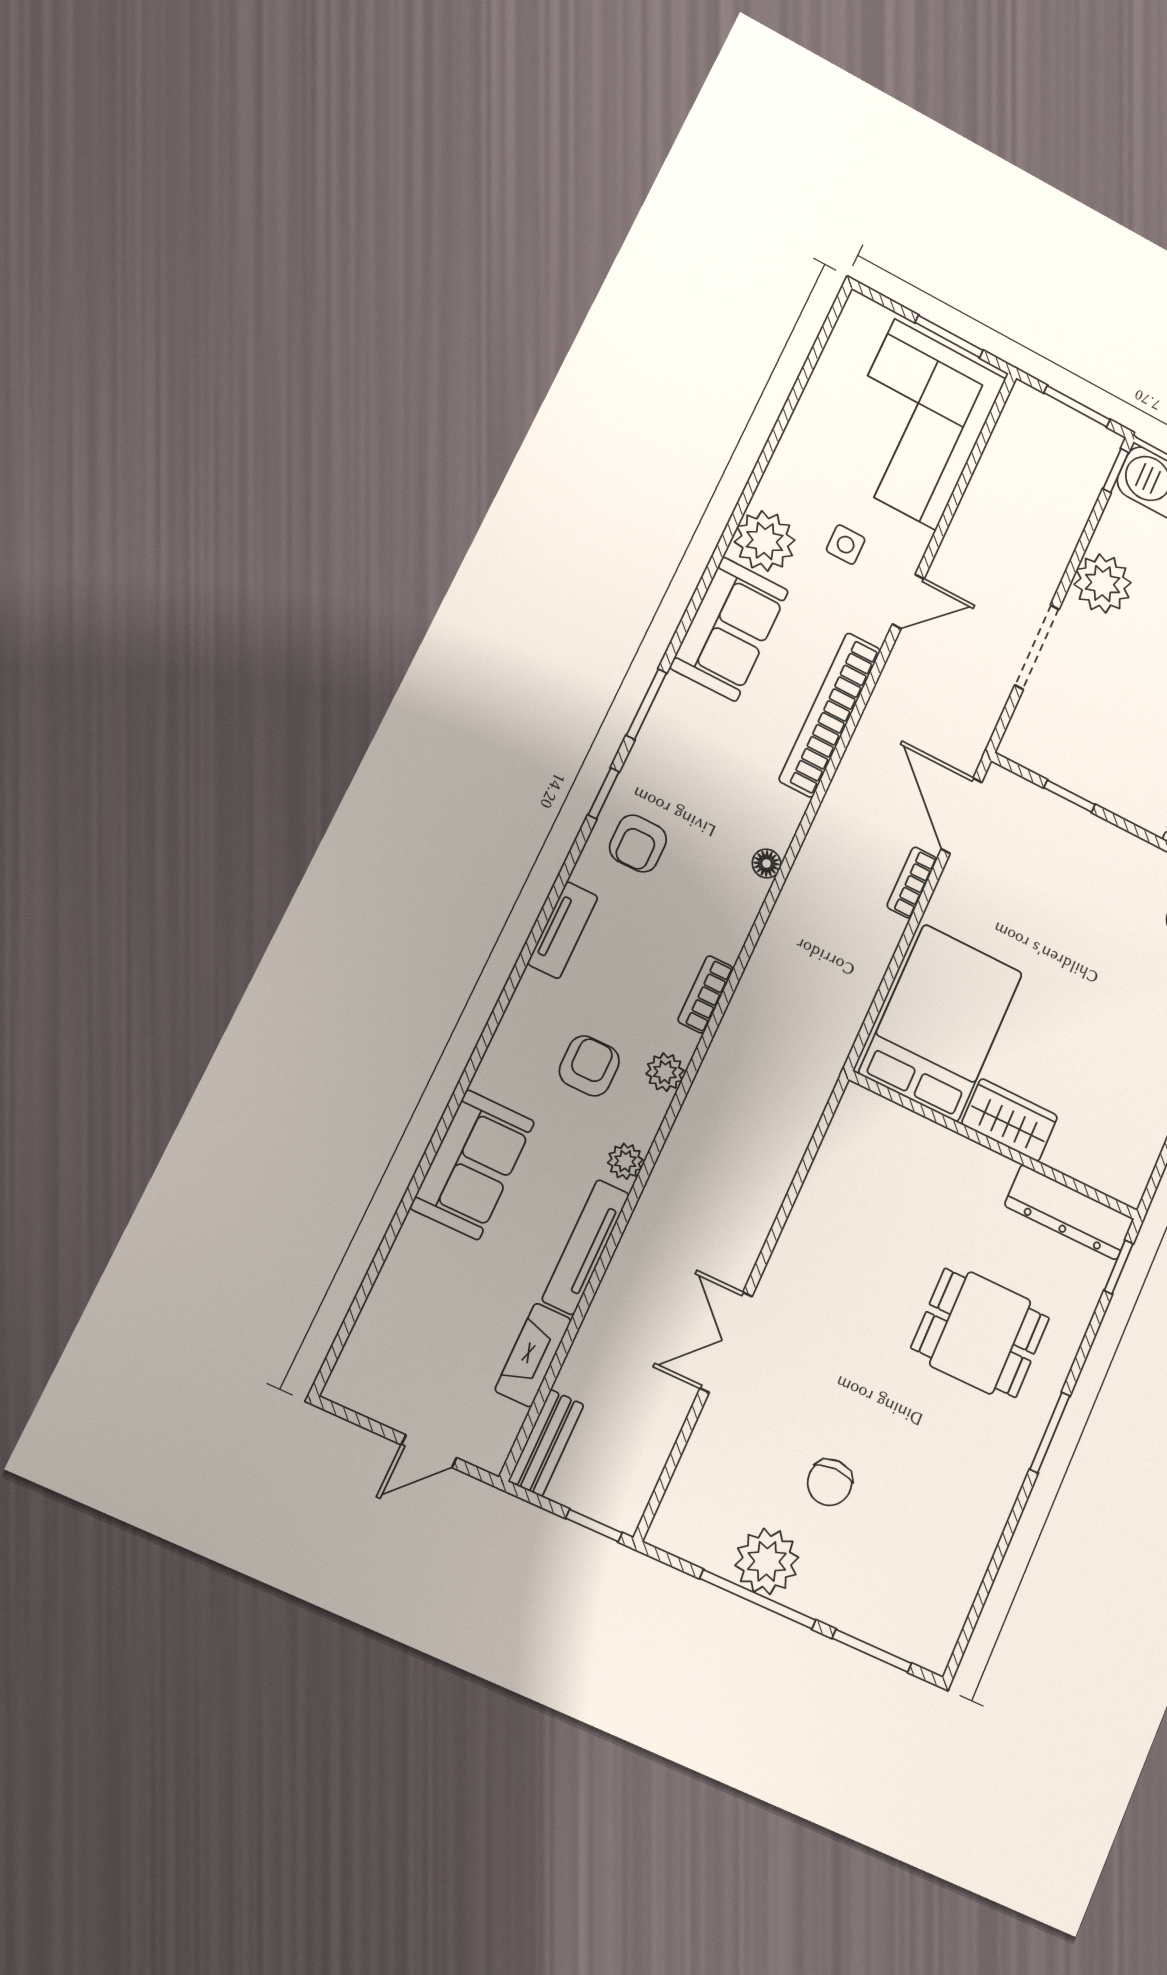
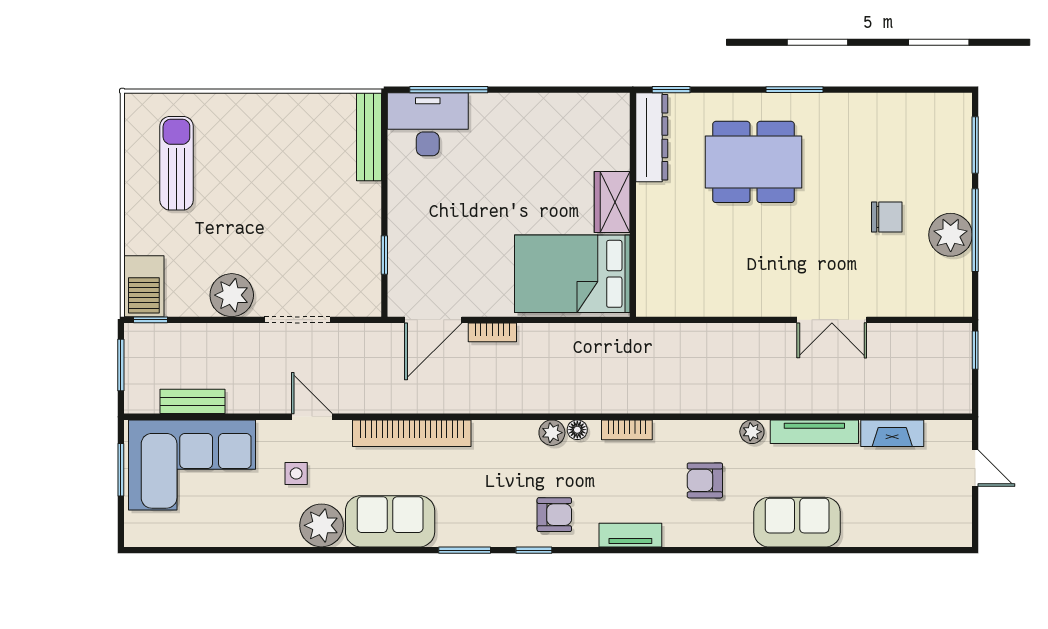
floor lamp: (767, 863) -> (577, 430), moved
plant: (665, 1072) -> (552, 433), moved
dining table: (980, 1333) -> (753, 162), width x1.38
bench: (546, 1443) -> (192, 401), moved

